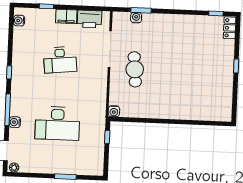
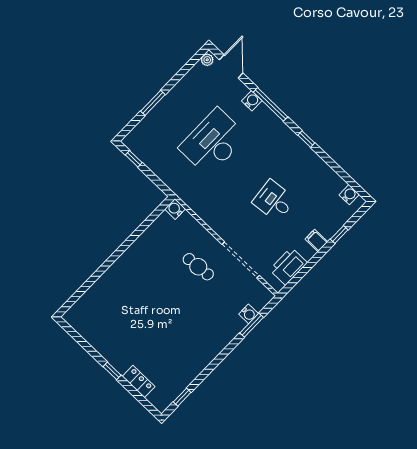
filing cabinet: (66, 16) -> (316, 240), width x0.50
locker: (230, 28) -> (139, 381), moved
desk: (60, 60) -> (274, 201), width x0.73
cafe table: (135, 69) -> (198, 267), width x0.73, depth x0.74
window: (107, 137) -> (134, 159), moved

